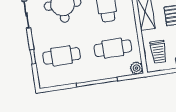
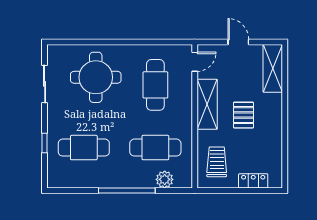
trolley: (158, 52) -> (217, 162), turned 180
plant: (137, 68) -> (165, 179), moved

